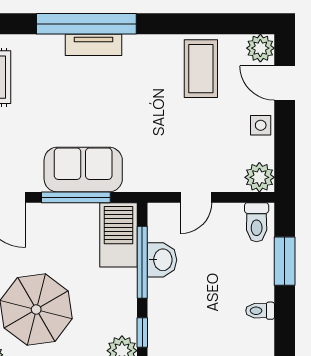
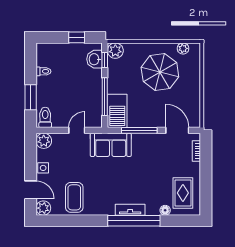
floor lamp: (26, 44) -> (165, 210), added
sofa: (83, 170) -> (111, 145), moved
washbasin: (162, 260) -> (94, 59), moved

